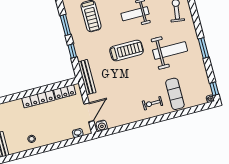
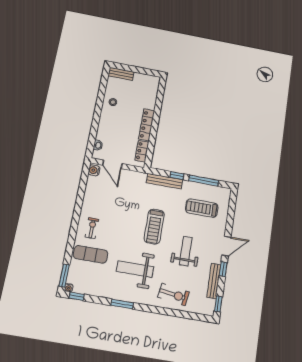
window: (65, 25) -> (204, 181), width x1.44
weight bench: (170, 50) -> (135, 269), turned 90
bench: (87, 77) -> (164, 181), moved
window: (202, 107) -> (64, 276), added

